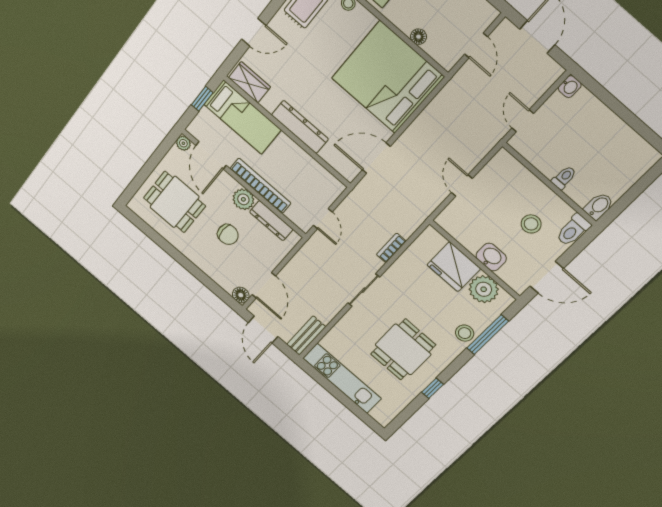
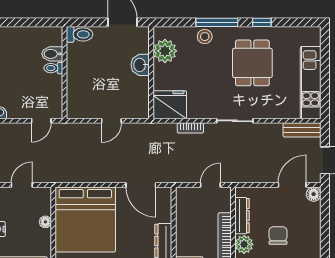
bidet: (599, 206) -> (52, 54), moved
stool: (531, 224) -> (98, 61), removed
fridge: (454, 267) -> (170, 105), moved, turned -90
window: (488, 335) -> (217, 22), moved
dining table: (403, 350) -> (252, 63), turned 90

